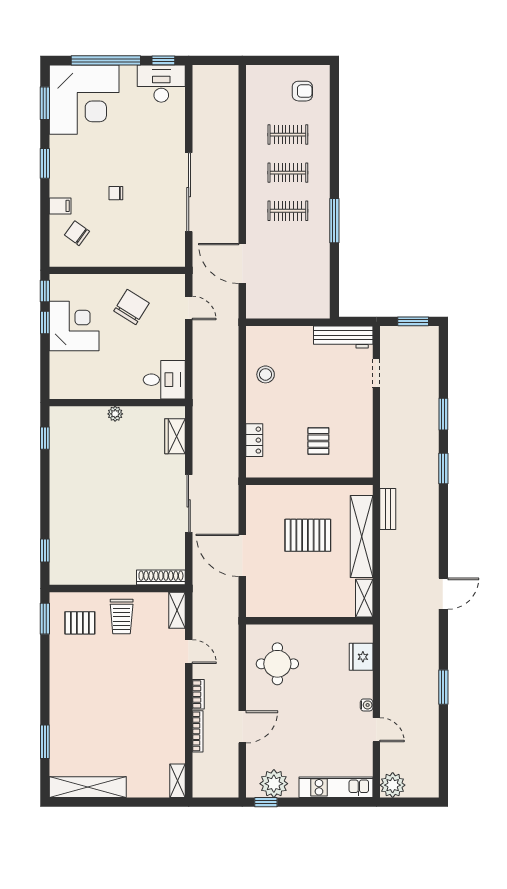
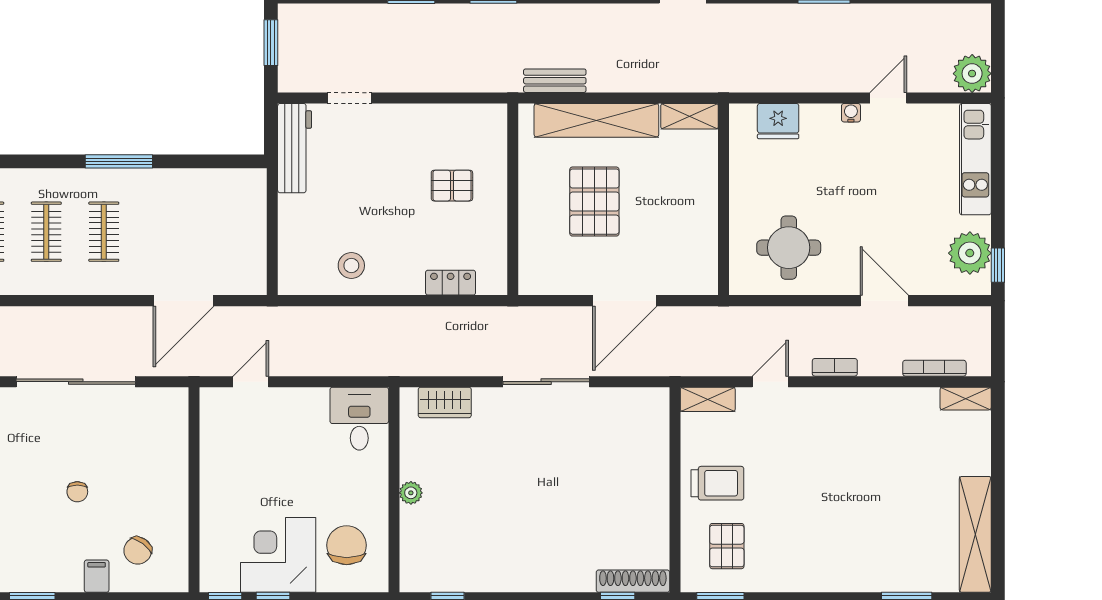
chair: (132, 307) -> (347, 545), moved, turned 58
shoe rack: (161, 577) -> (633, 581), moved, turned 90
bookcase: (198, 731) -> (934, 368), moved

